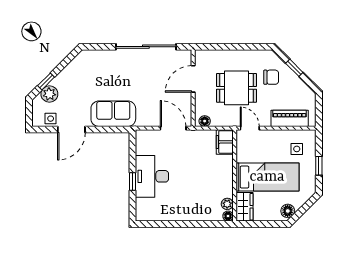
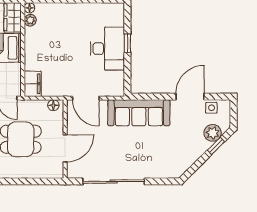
sofa: (113, 114) -> (139, 113), width x1.36

